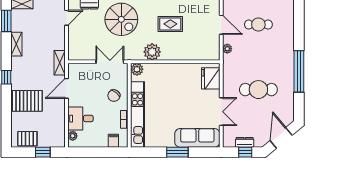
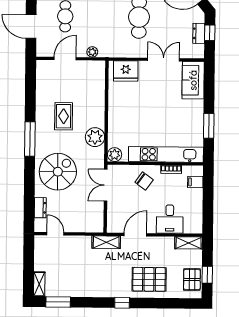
shelving: (16, 44) -> (189, 243), moved
door: (67, 88) -> (135, 235), swing flipped
pallet: (27, 101) -> (149, 279), turned 90
plant: (73, 136) -> (189, 228), removed
sofa: (197, 138) -> (193, 80), width x0.73
window: (43, 152) -> (207, 275), moved
window: (177, 152) -> (209, 126), moved

